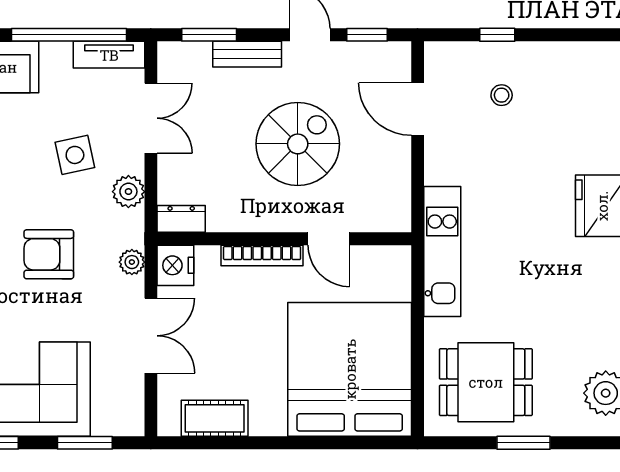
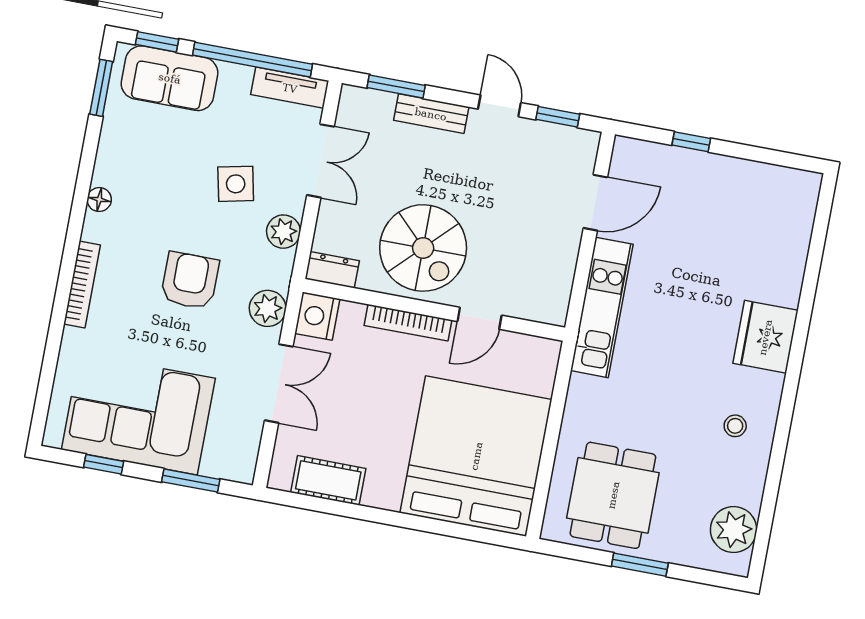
stool: (502, 95) -> (735, 426), moved
door: (418, 109) -> (595, 203), swing flipped
spiral stairs: (298, 144) -> (423, 248), moved, turned 90
door: (329, 239) -> (480, 318), hinge flipped
kitchen unit: (442, 252) -> (602, 307), moved
armchair: (49, 254) -> (190, 281), turned 90
plant: (132, 262) -> (268, 308), width x1.38, depth x1.38
dining table: (486, 382) -> (613, 495), turned 90

